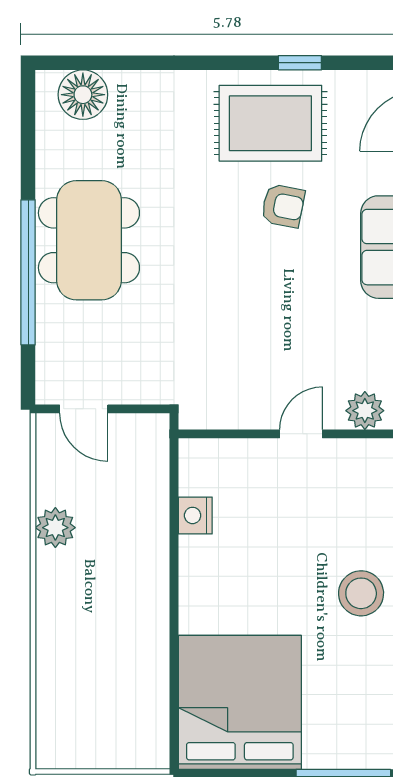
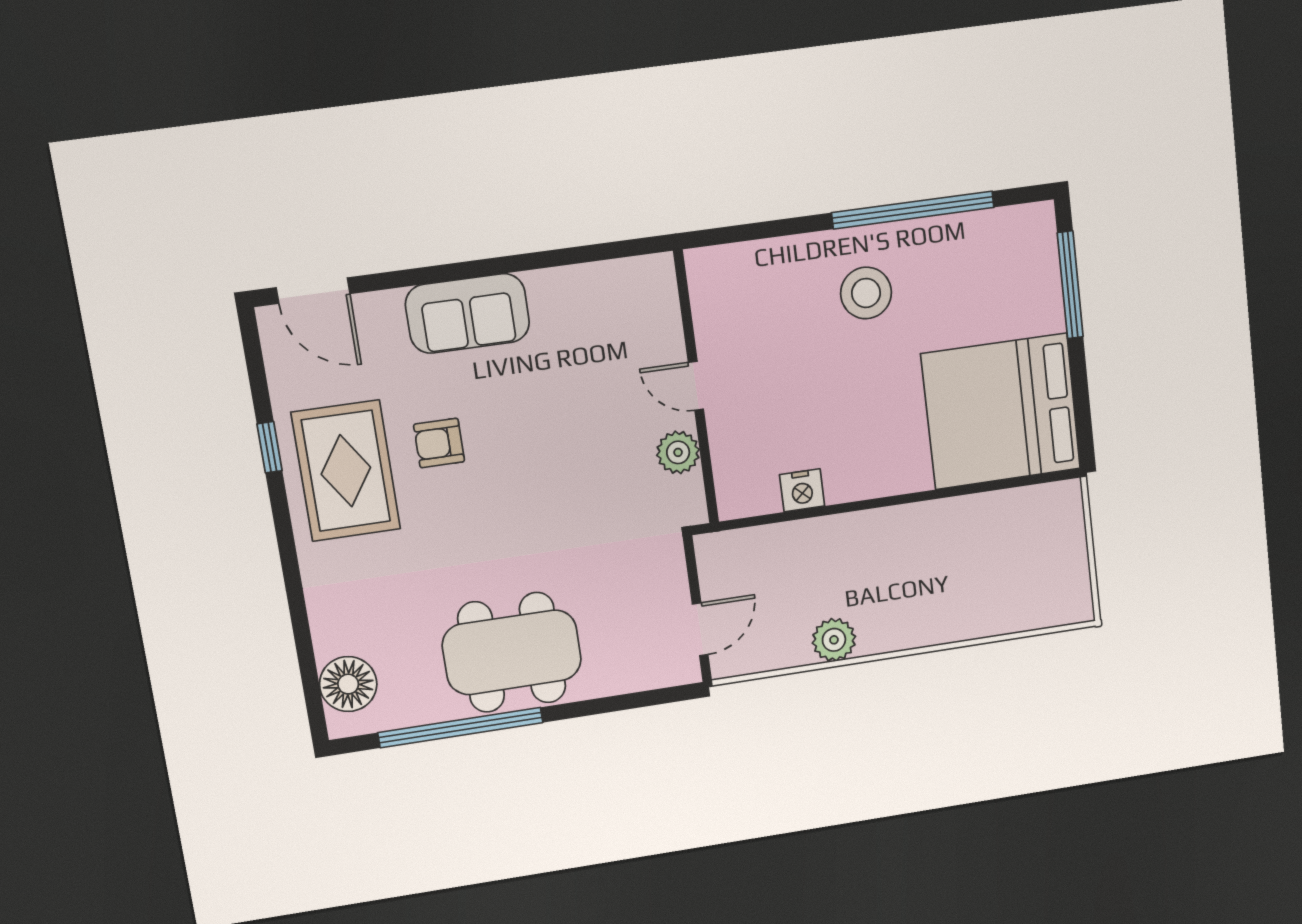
armchair: (283, 206) -> (439, 443), turned -101
window: (28, 272) -> (461, 728), moved
plant: (365, 411) -> (678, 452), moved

